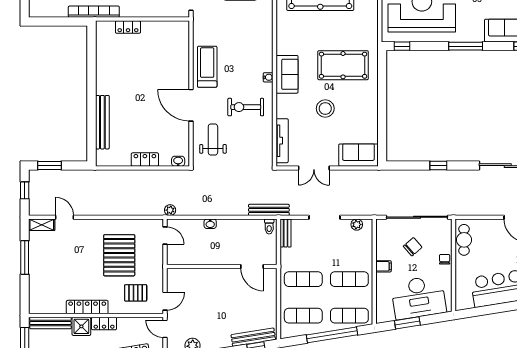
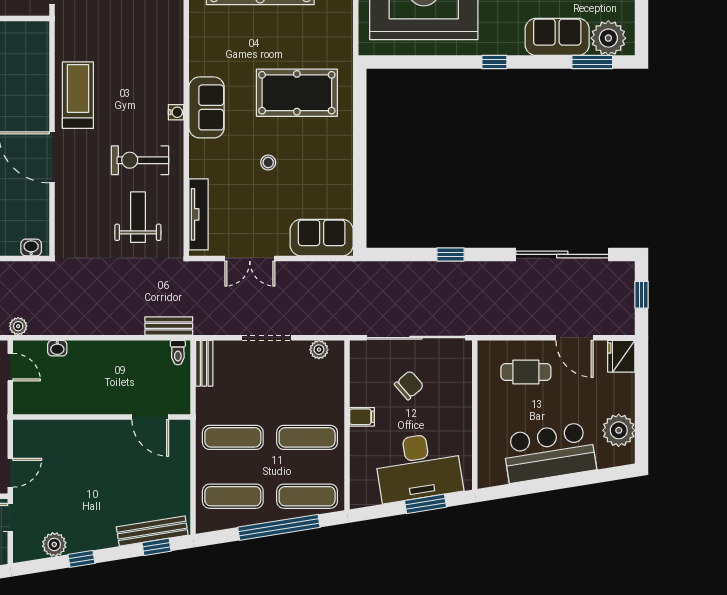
window: (402, 46) -> (392, 62), removed
window: (466, 46) -> (494, 62), width x0.46
stool: (325, 108) -> (268, 162), width x0.53, depth x0.53
weight bench: (213, 139) -> (138, 217), moved
bench: (269, 210) -> (169, 326), width x0.73
washbasin: (210, 224) -> (57, 348), moved
cafe table: (464, 240) -> (526, 372), moved, turned 90
chair: (445, 259) -> (460, 405), removed
window: (407, 323) -> (426, 504), moved

